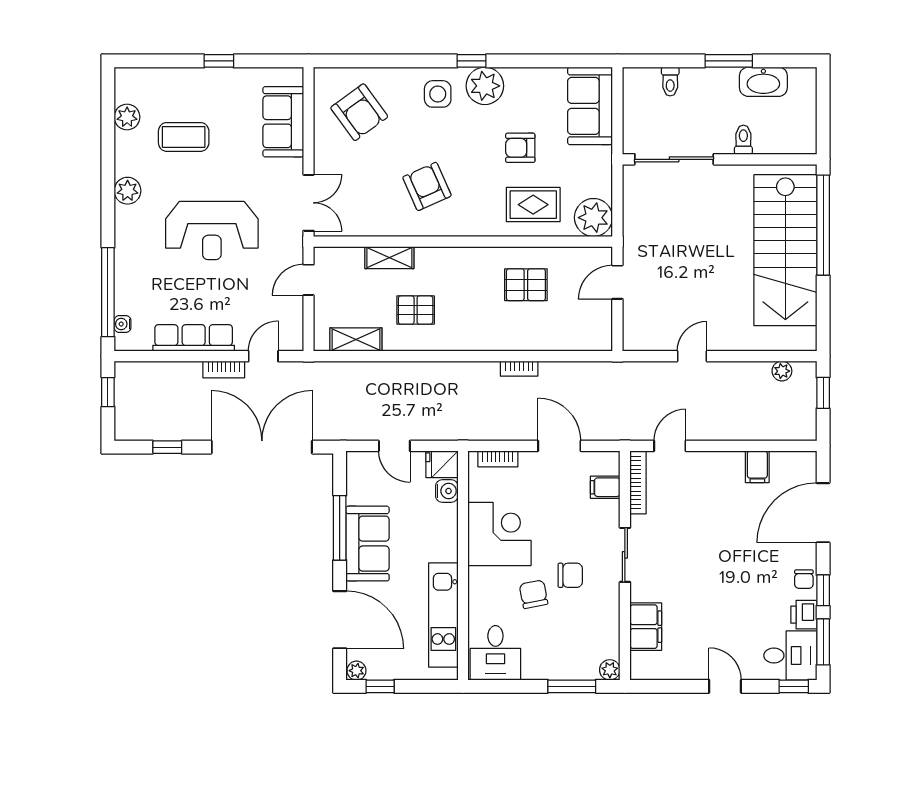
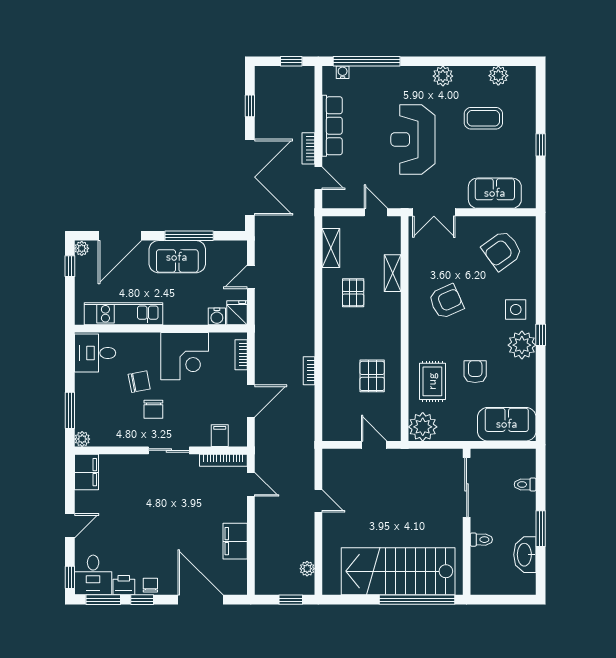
coffee table: (184, 137) -> (483, 118), turned 90
filing cabinet: (757, 467) -> (235, 541), width x2.00
chair: (804, 579) -> (150, 585), turned 90
filing cabinet: (646, 627) -> (86, 472), moved, turned -90

